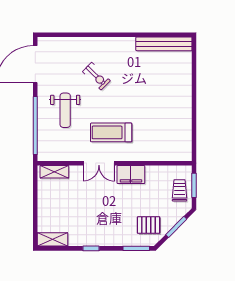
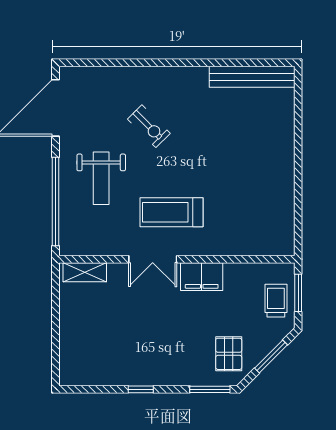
pallet: (149, 225) -> (229, 354), turned 90
shelving: (53, 239) -> (82, 376), removed

